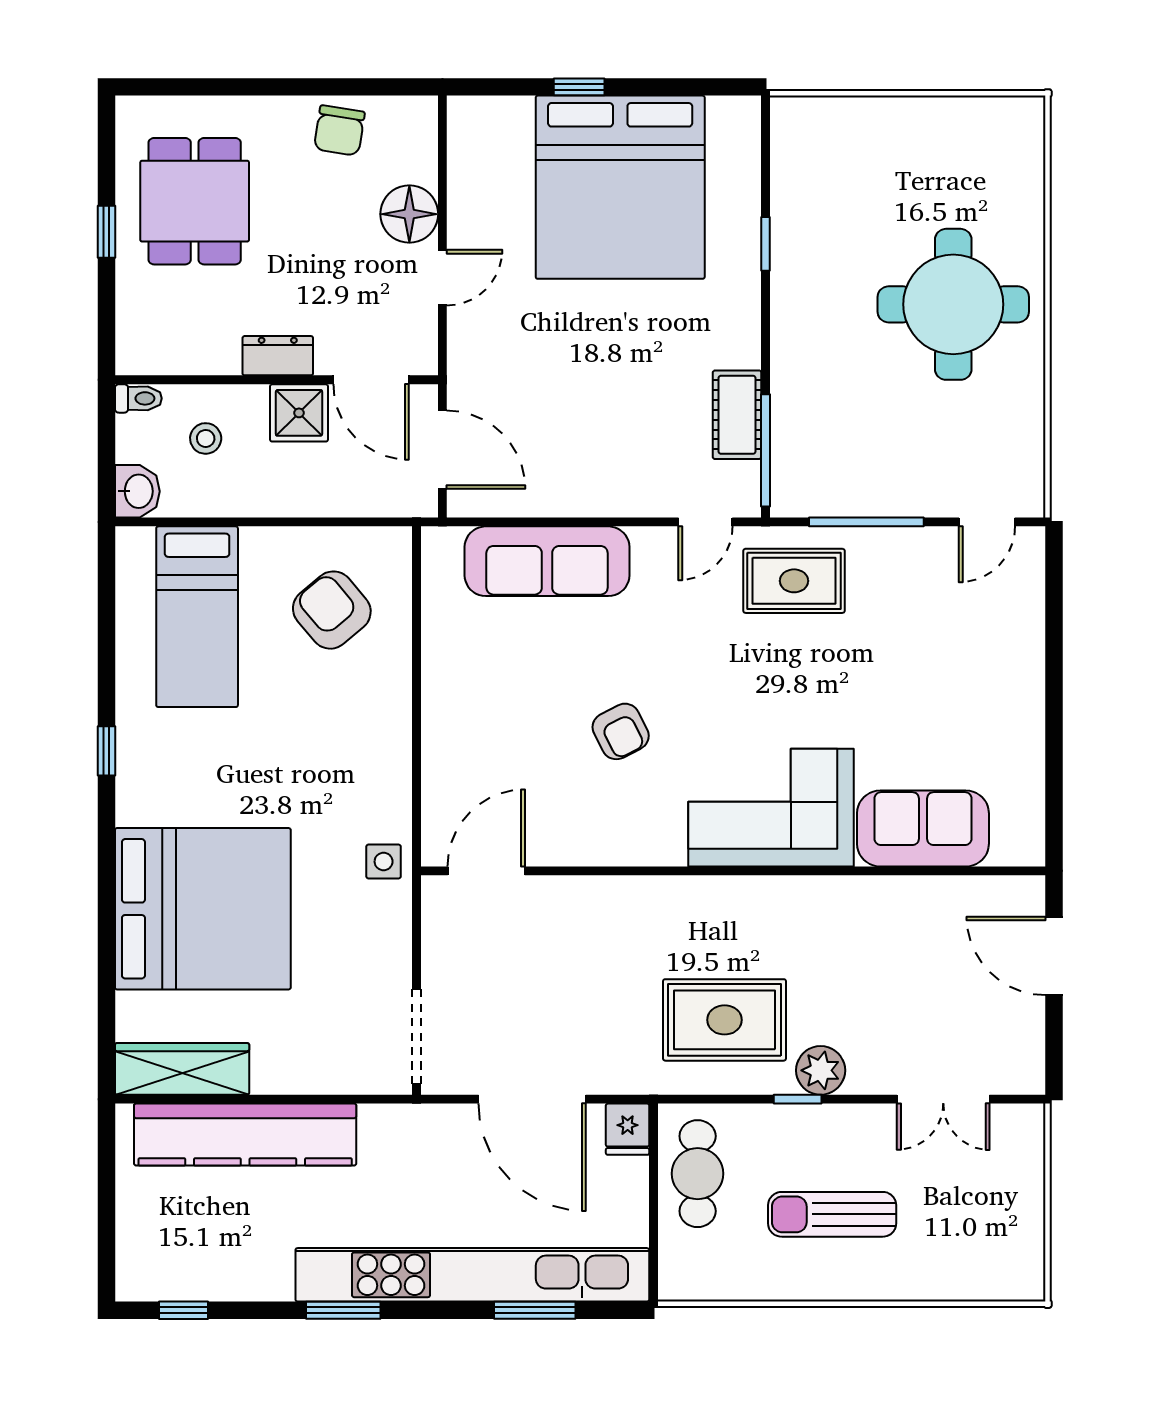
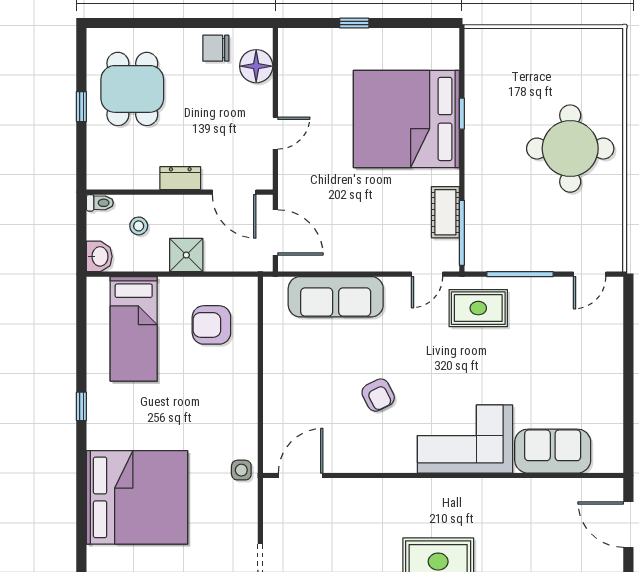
chair: (339, 131) -> (216, 48), turned 81
bed: (620, 187) -> (406, 119), moved, turned 90
floor lamp: (409, 214) -> (256, 66), moved
shower: (299, 413) -> (186, 255), moved
armchair: (332, 610) -> (211, 325), turned -50

